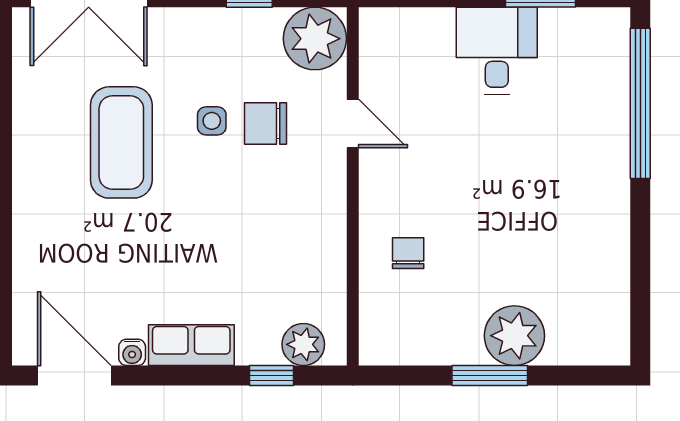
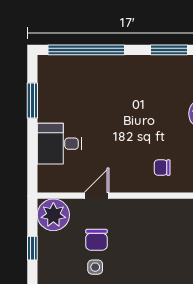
desk: (497, 51) -> (60, 144), moved
window: (640, 266) -> (169, 50), added

